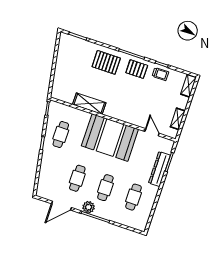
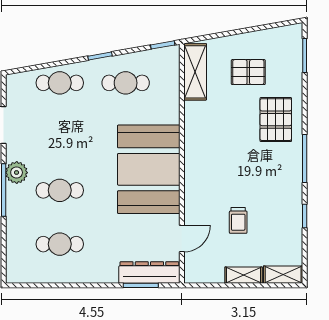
pallet: (137, 69) -> (248, 72), moved, turned 90
trolley: (160, 74) -> (238, 220), moved
shelving: (89, 104) -> (195, 72), moved
shelving: (178, 119) -> (244, 275), moved
dresser: (159, 169) -> (149, 273), moved
cafe table: (77, 178) -> (60, 83), moved

